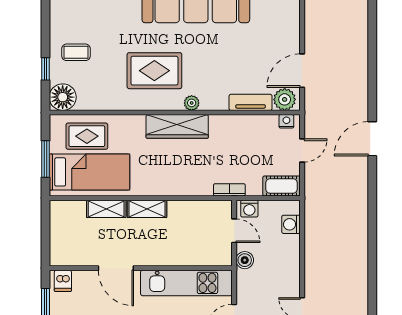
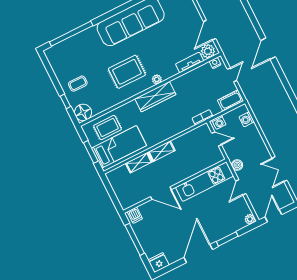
boiler: (245, 260) -> (237, 165), moved

